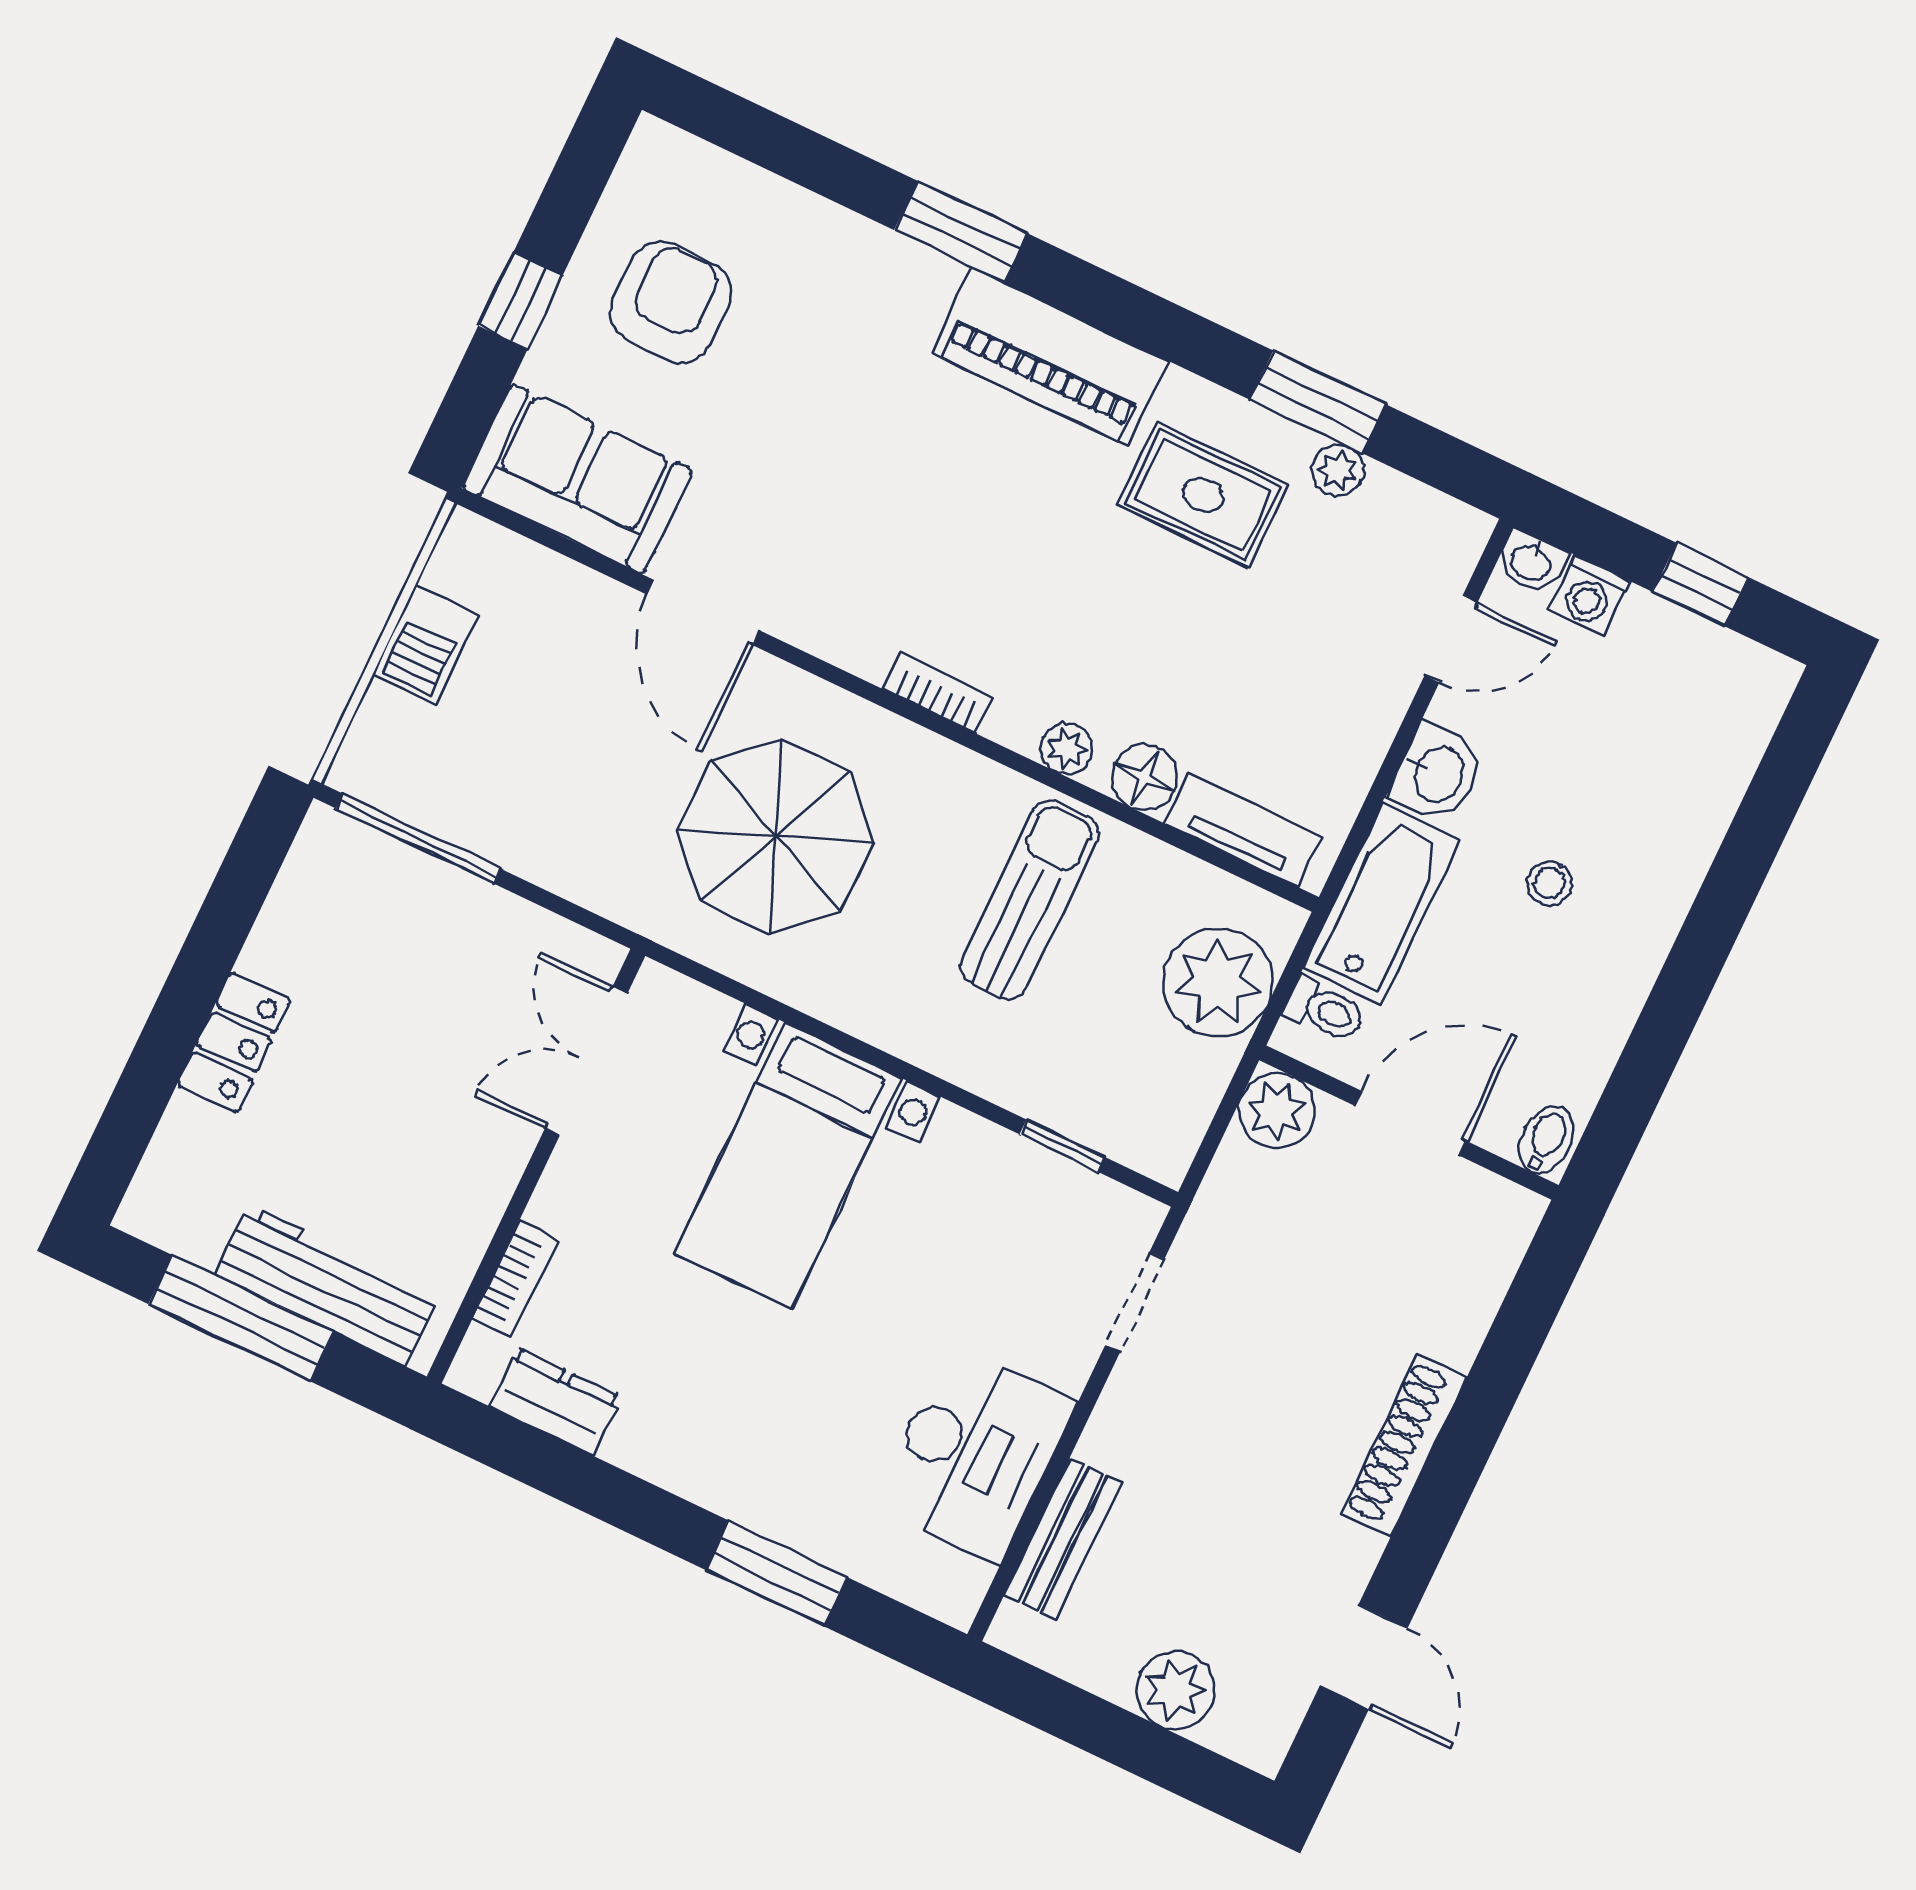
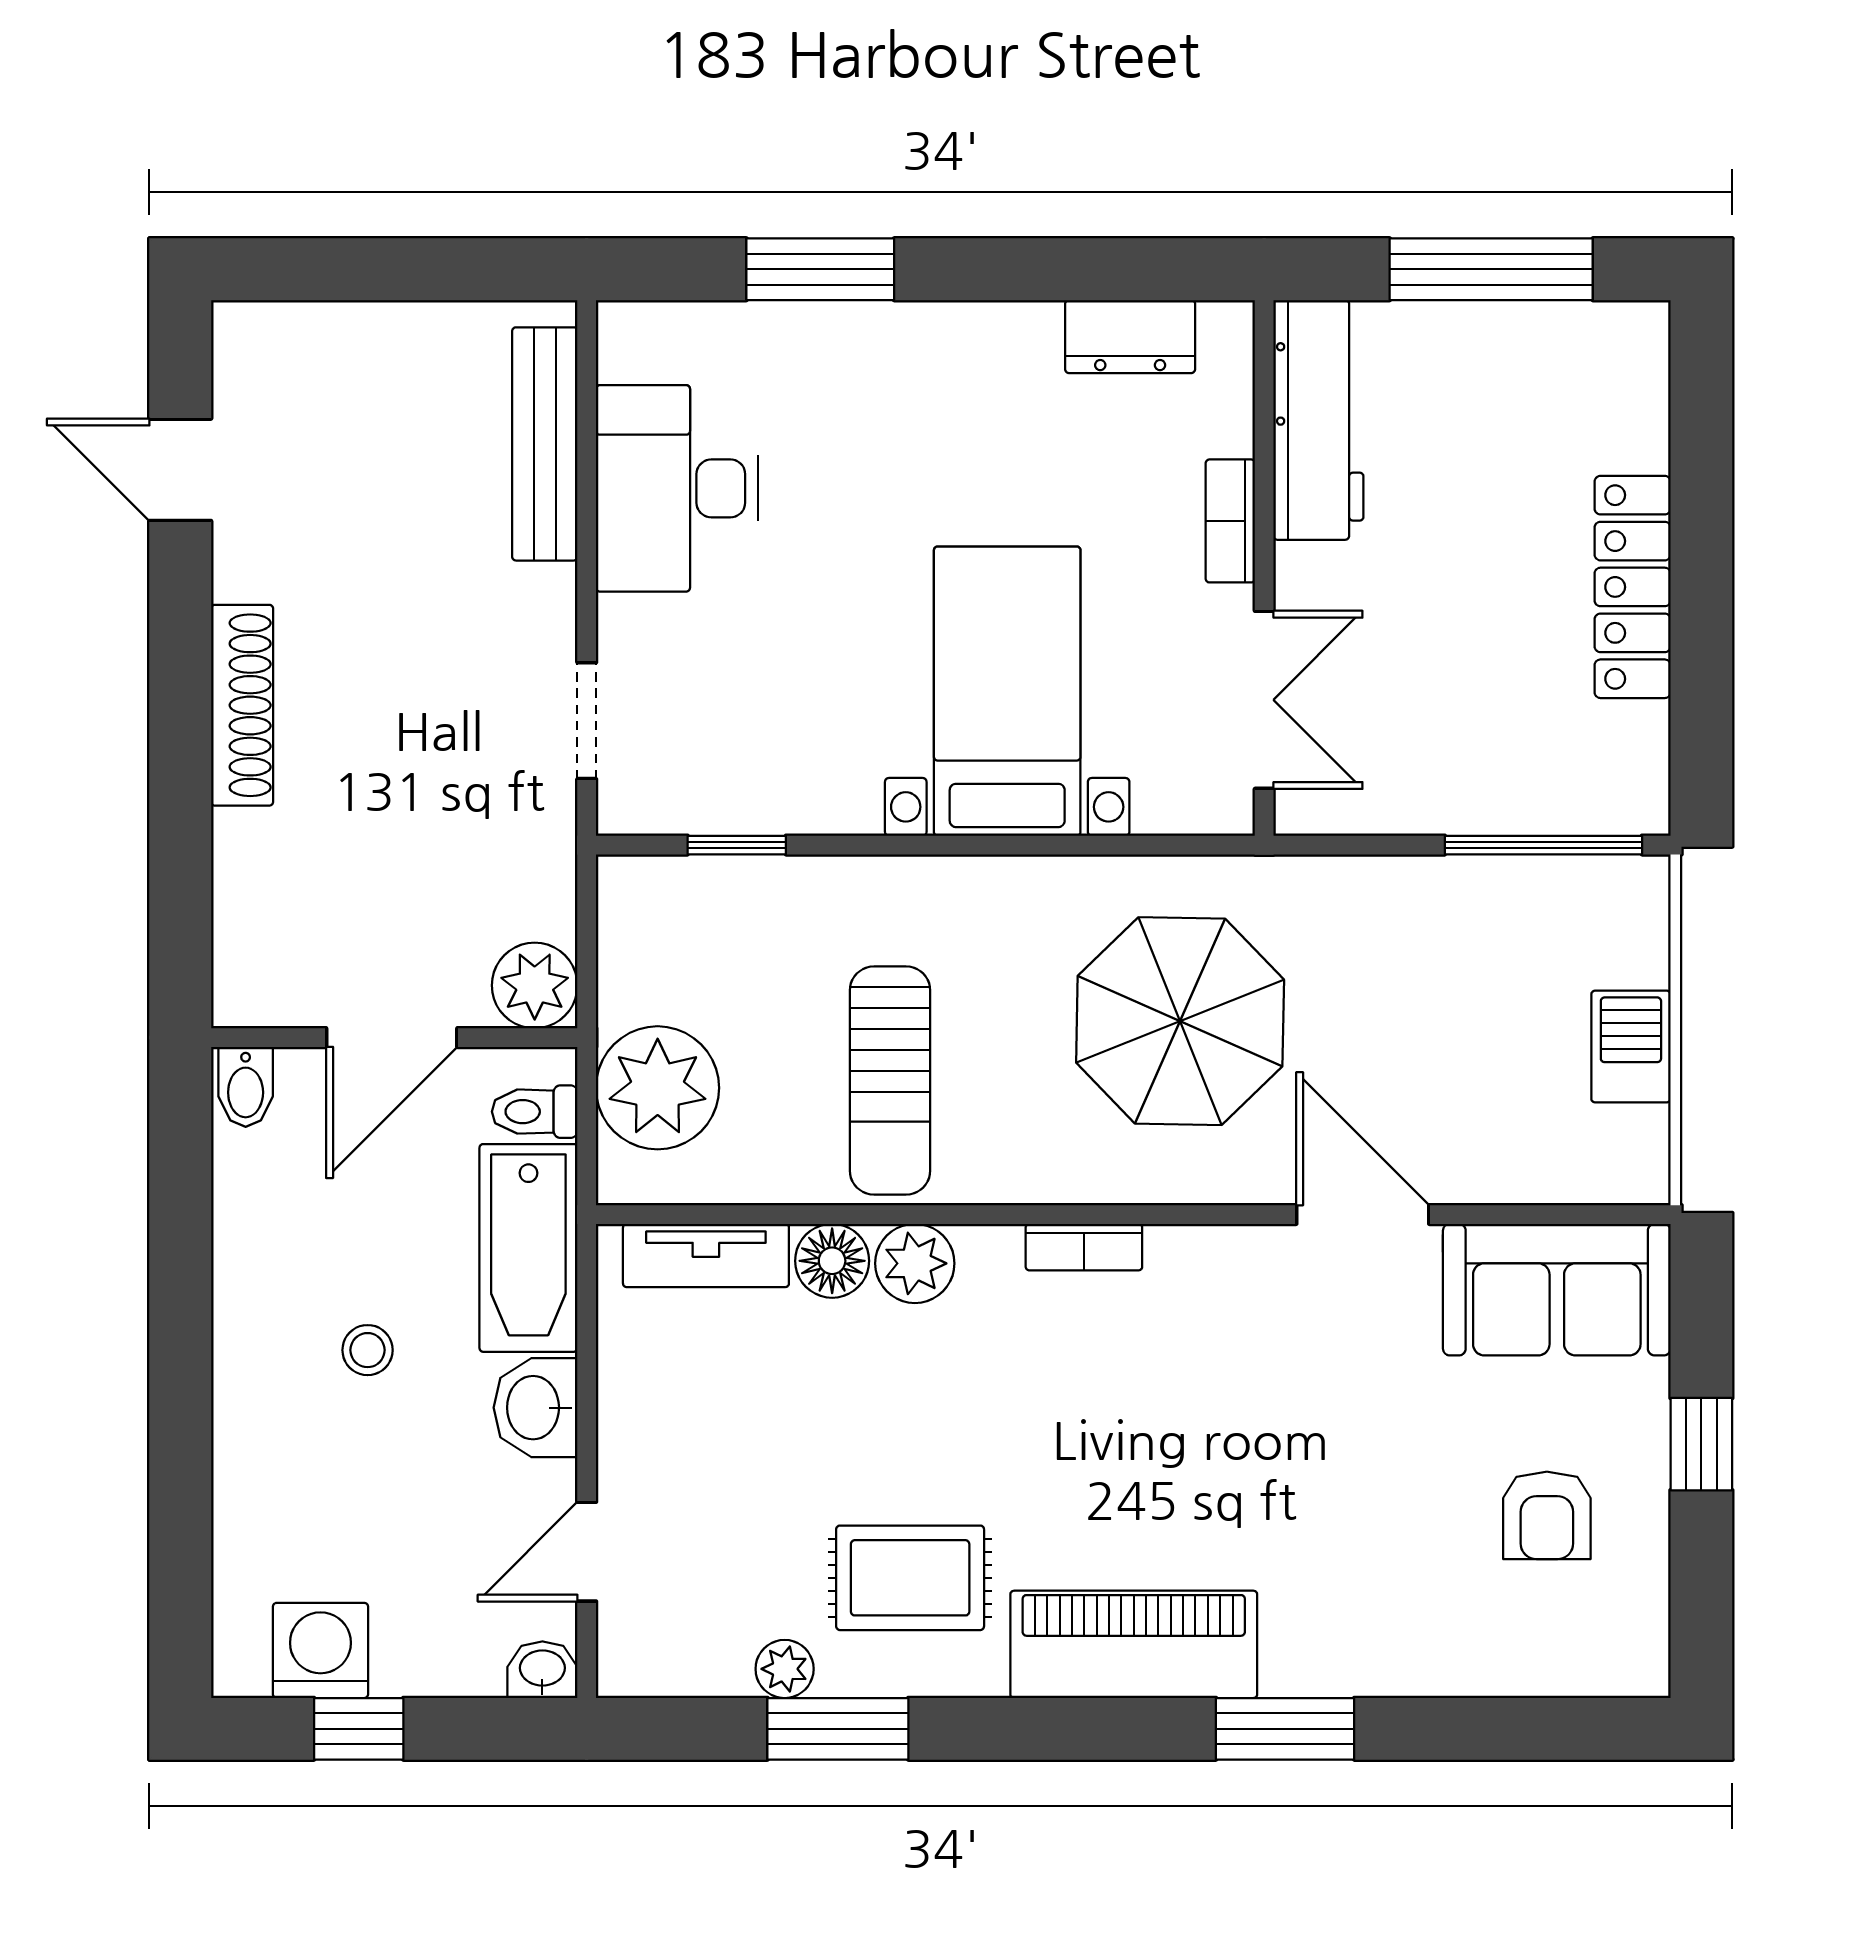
armchair: (671, 302) -> (1547, 1515), width x0.72, depth x0.72
washing machine: (1589, 595) -> (320, 1650), moved, width x1.38, depth x1.38
plant: (1067, 749) -> (915, 1263), width x1.38, depth x1.38
locker: (234, 1042) -> (1633, 587), width x1.53
bookcase: (515, 1280) -> (1230, 521), moved
workbench: (327, 1285) -> (1318, 420), moved, turned -90
bench: (1063, 1539) -> (545, 444), width x1.36
plant: (1175, 1690) -> (356, 344), removed

